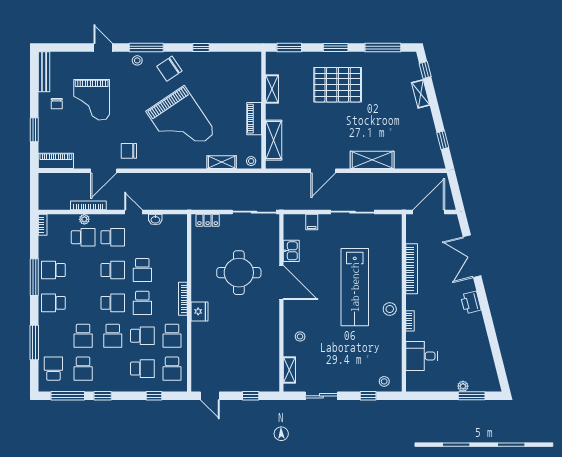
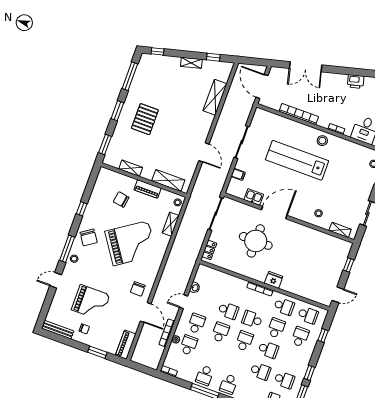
pallet: (338, 85) -> (145, 119), width x0.73, depth x0.71
chair: (230, 91) -> (121, 200), added
shelving: (421, 94) -> (191, 63), moved
shelving: (372, 160) -> (215, 97), moved
lab bench: (355, 287) -> (297, 160), turned 180
printer: (471, 302) -> (356, 82), moved
school desk: (142, 303) -> (252, 319), turned 180

